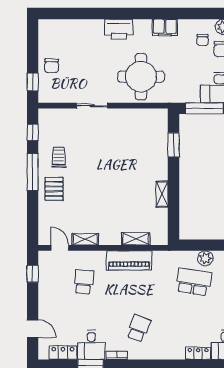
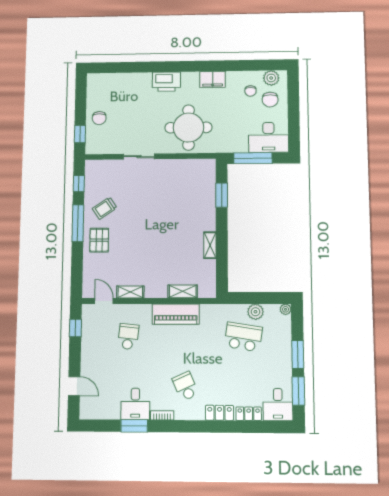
trolley: (59, 157) -> (105, 208), turned -124
school desk: (139, 328) -> (185, 386), turned -45
locker: (63, 353) -> (219, 413), moved

